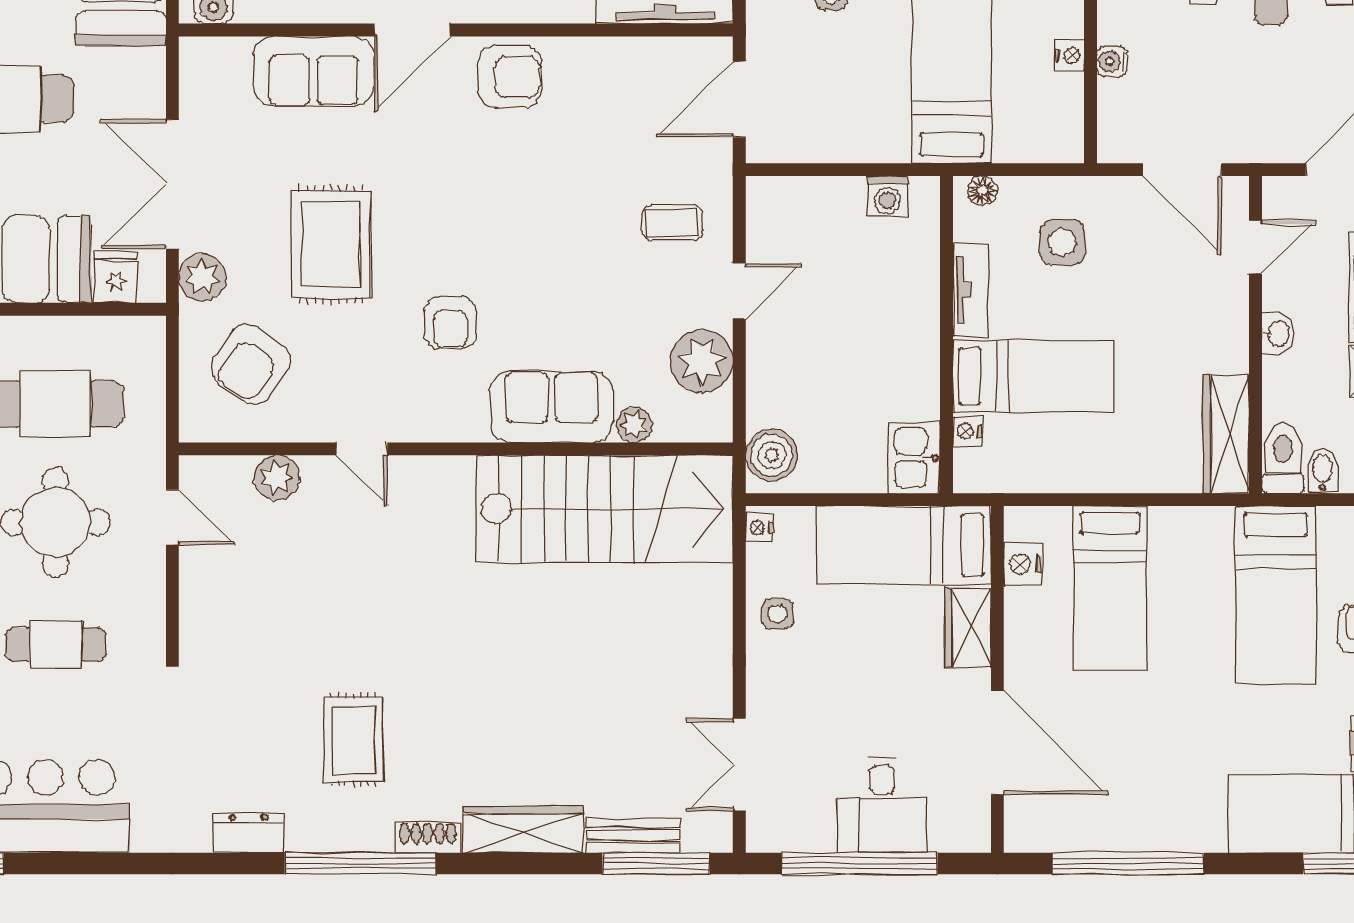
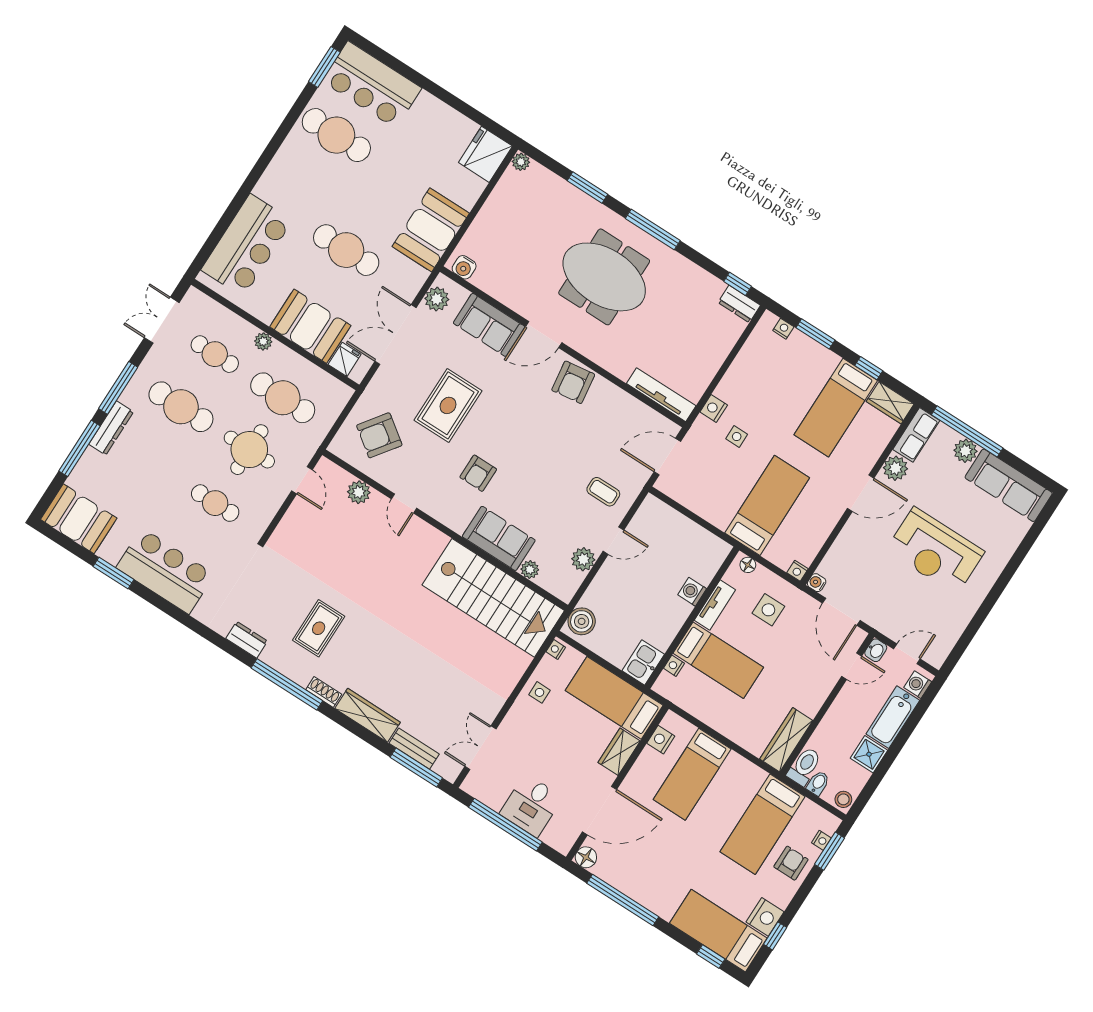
nightstand: (1070, 55) -> (797, 571), moved, turned 90
water cooler: (1112, 61) -> (817, 583), moved
armchair: (510, 77) -> (573, 382), turned 82
washing machine: (888, 196) -> (692, 592), moved, turned 90
plant: (202, 277) -> (437, 299), moved
washbasin: (1278, 334) -> (876, 650), moved
plant: (702, 361) -> (583, 559), width x0.73, depth x0.73
door: (997, 743) -> (599, 811), hinge flipped
floor lamp: (1024, 833) -> (586, 857), added

